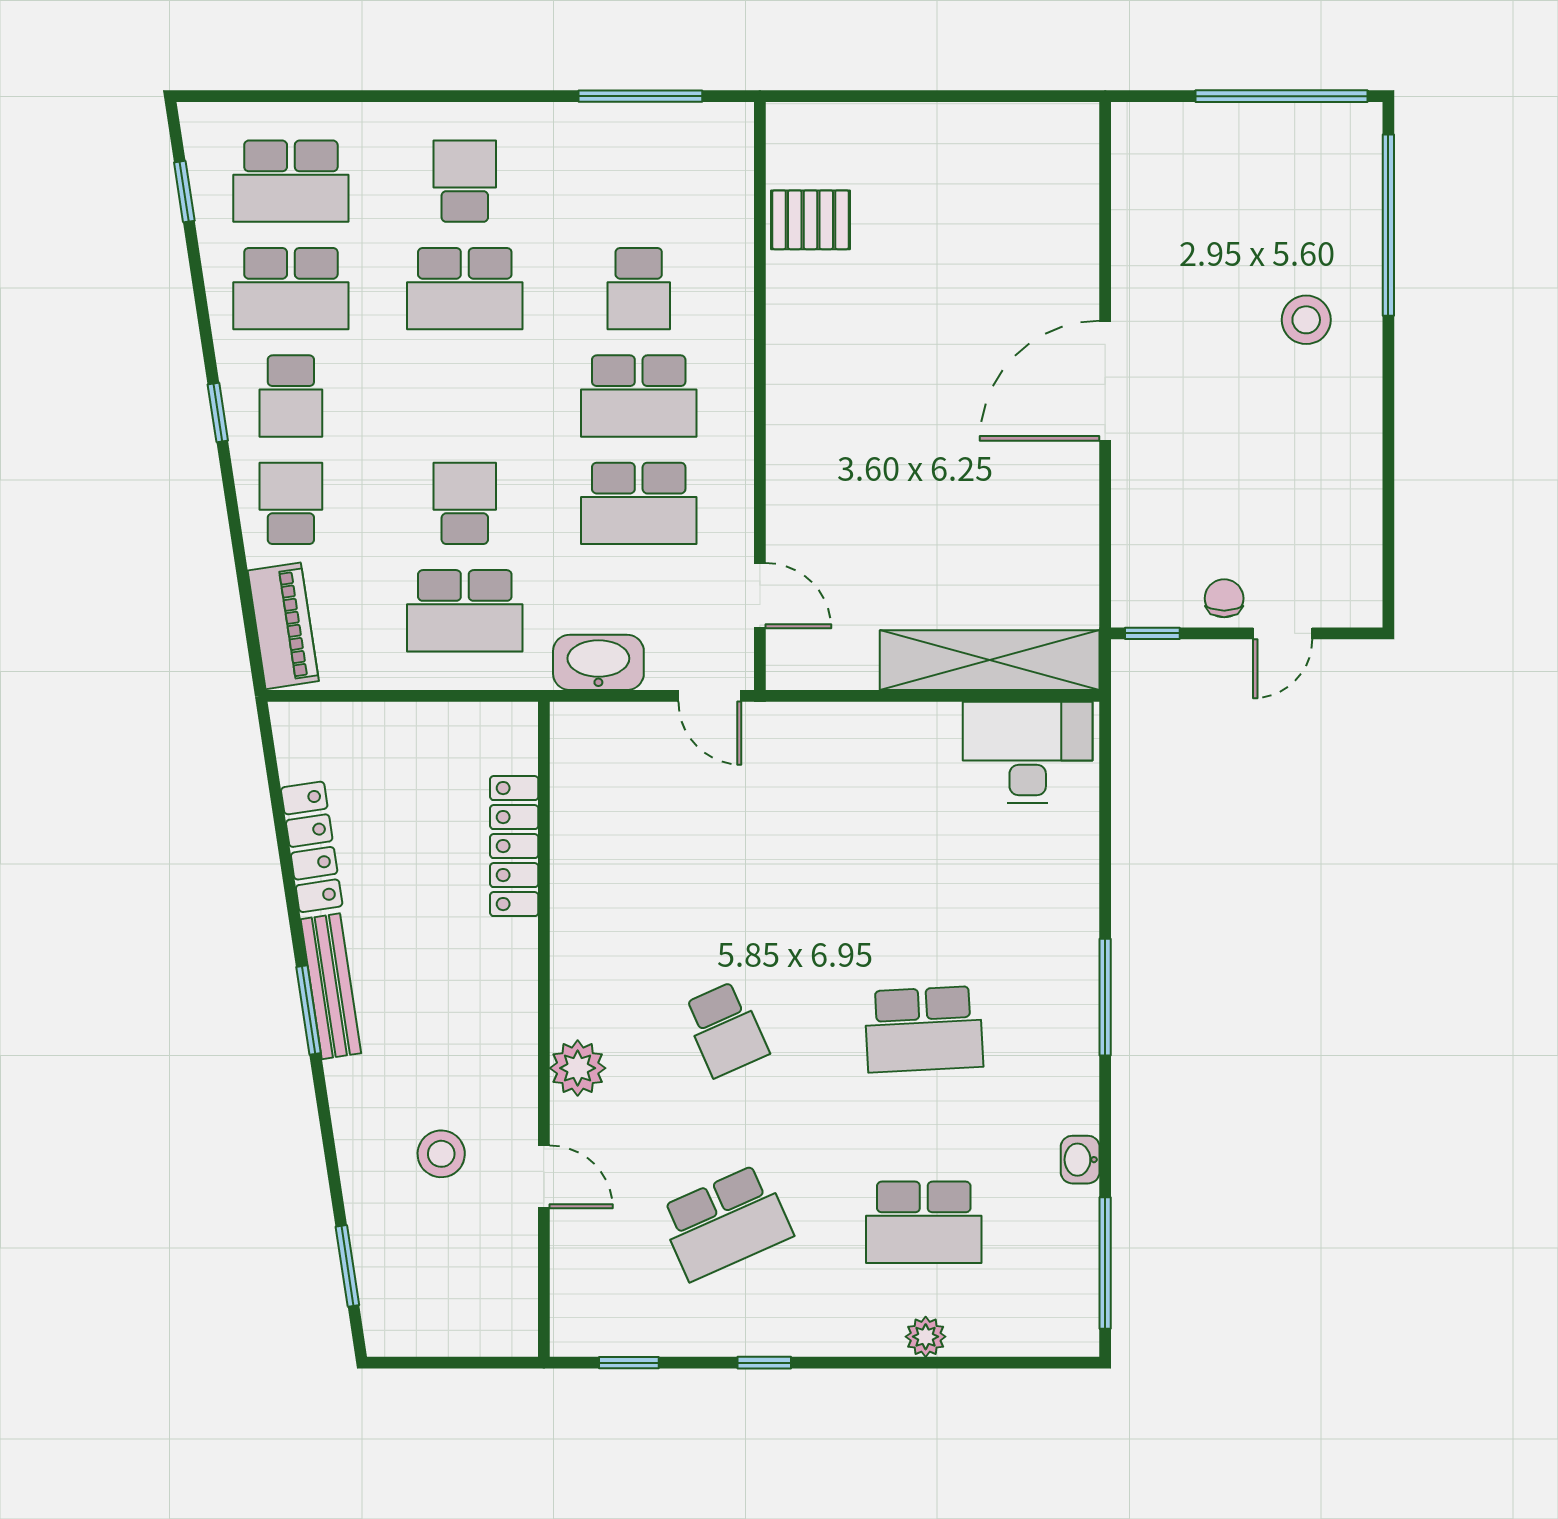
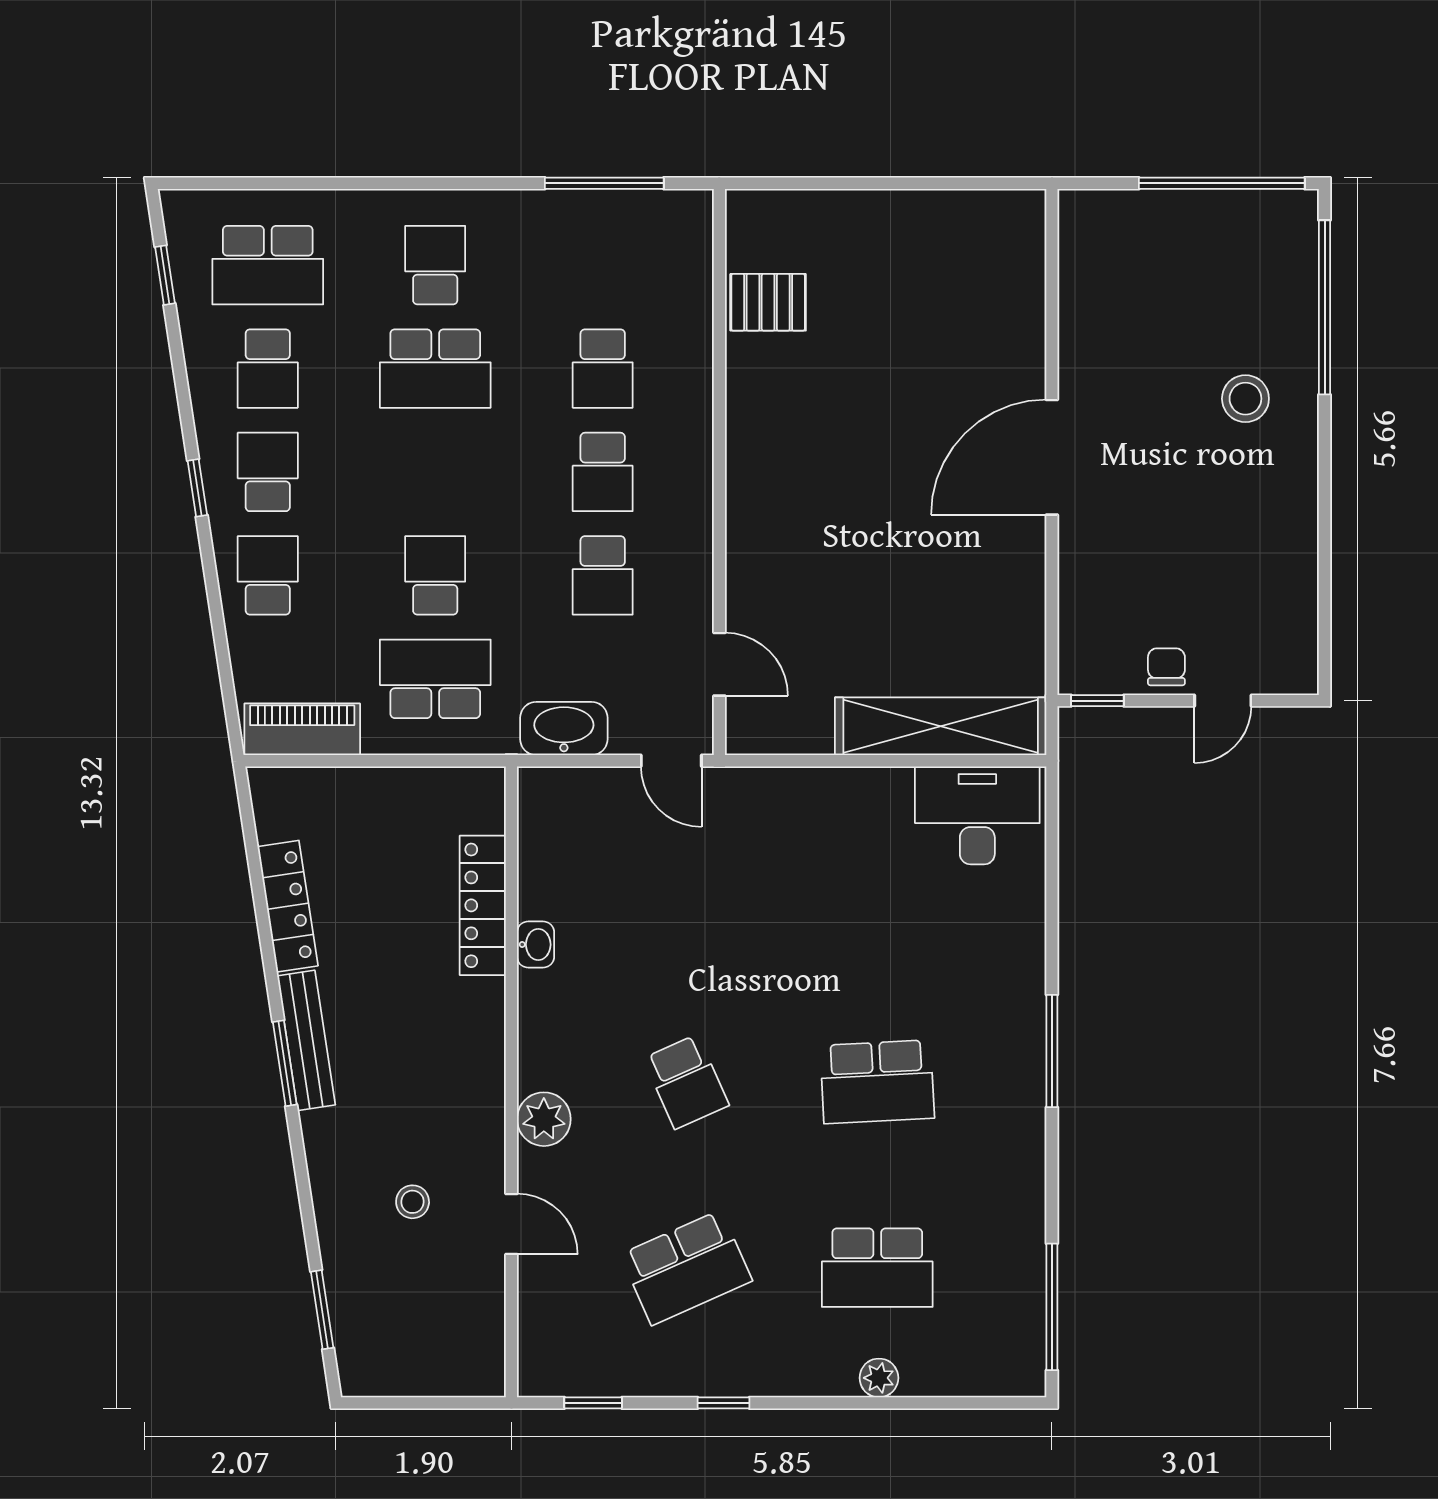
school desk: (291, 289) -> (268, 369), width x0.54
school desk: (291, 396) -> (268, 472), turned 180
school desk: (639, 396) -> (603, 472), width x0.54
school desk: (639, 503) -> (603, 575), width x0.54
school desk: (465, 611) -> (435, 679), turned 180
piano: (283, 626) -> (302, 729), moved, turned -81
stool: (441, 1154) -> (413, 1202), width x0.73, depth x0.73
washbasin: (1080, 1160) -> (536, 945), moved, turned 180

